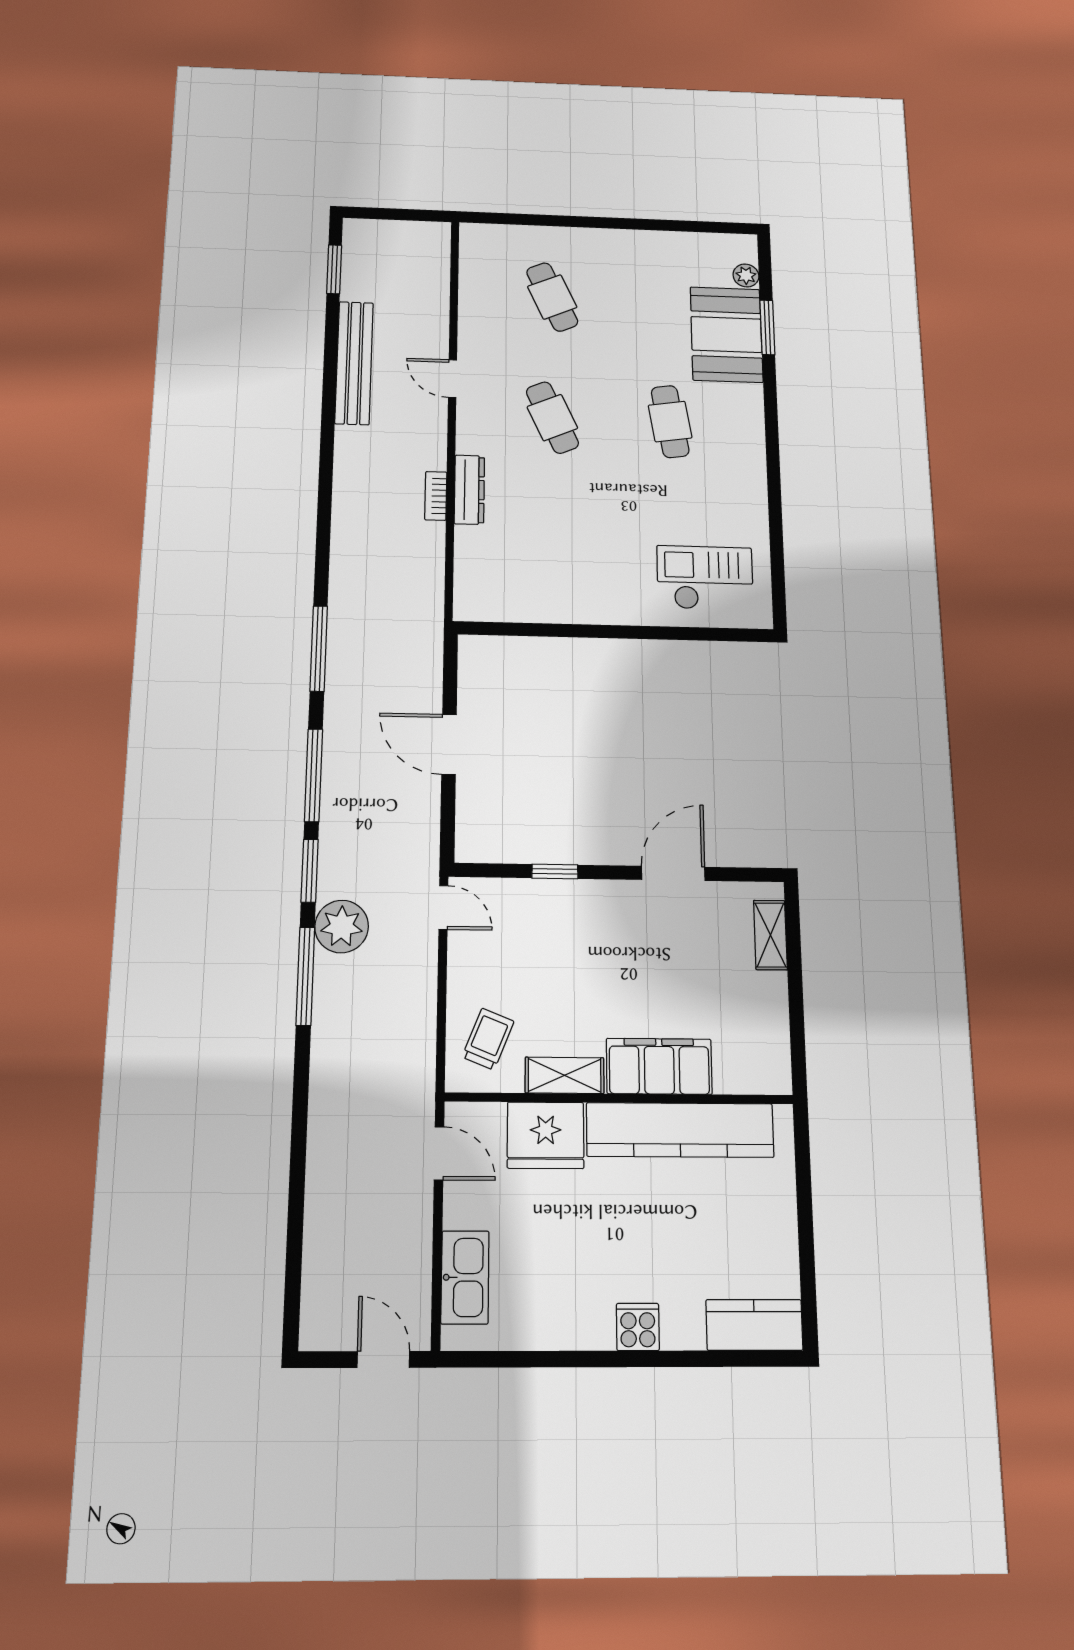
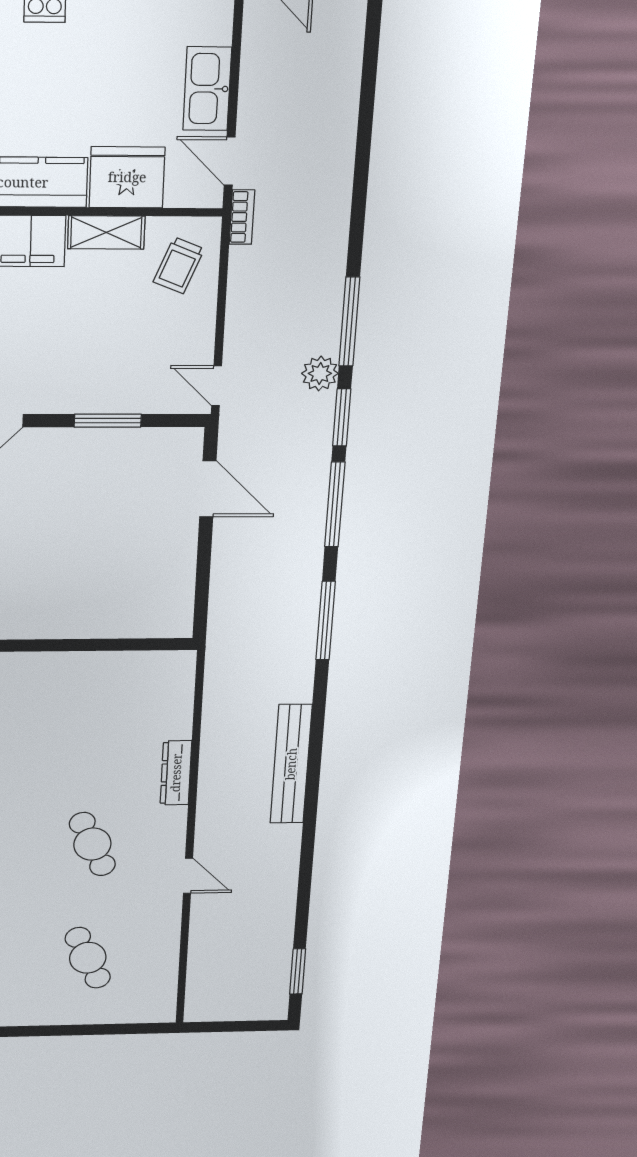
bench: (354, 363) -> (291, 764), moved
bookcase: (436, 496) -> (242, 217), moved
door: (449, 744) -> (208, 489), moved
window: (555, 871) -> (108, 421), width x1.50
plant: (342, 926) -> (320, 373), width x0.73, depth x0.73
kitchen sink: (465, 1277) -> (207, 89), moved

